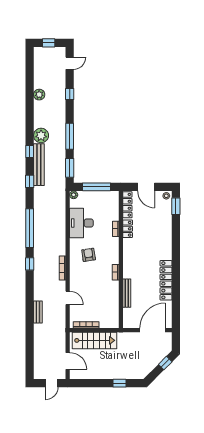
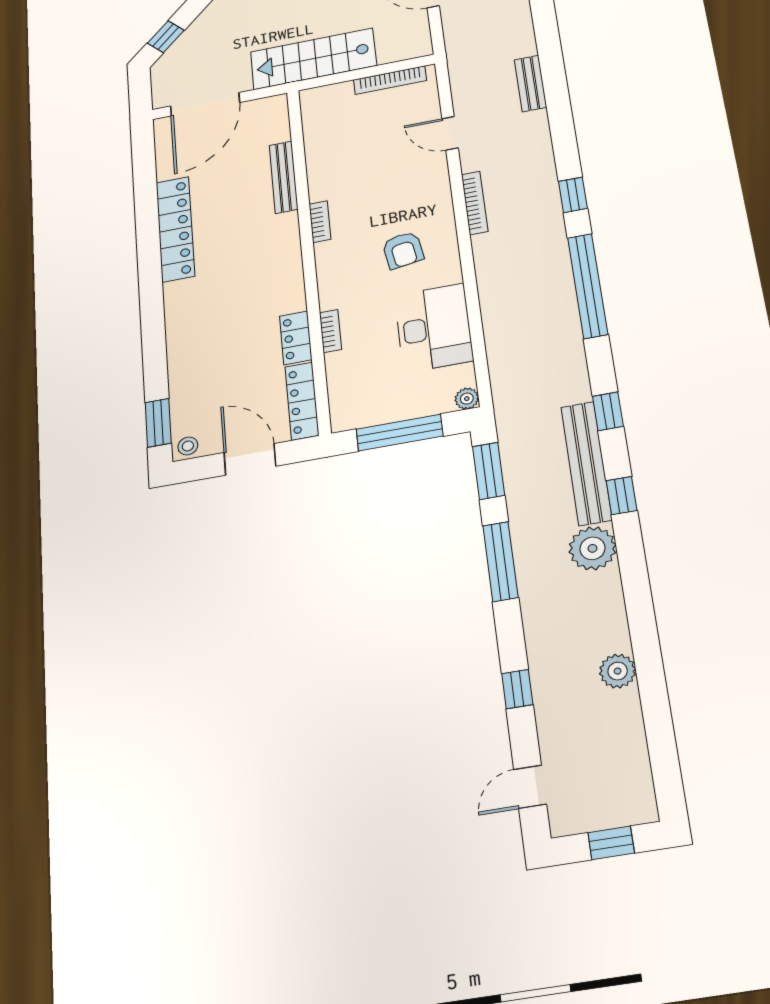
stairs: (95, 340) -> (313, 59), moved

